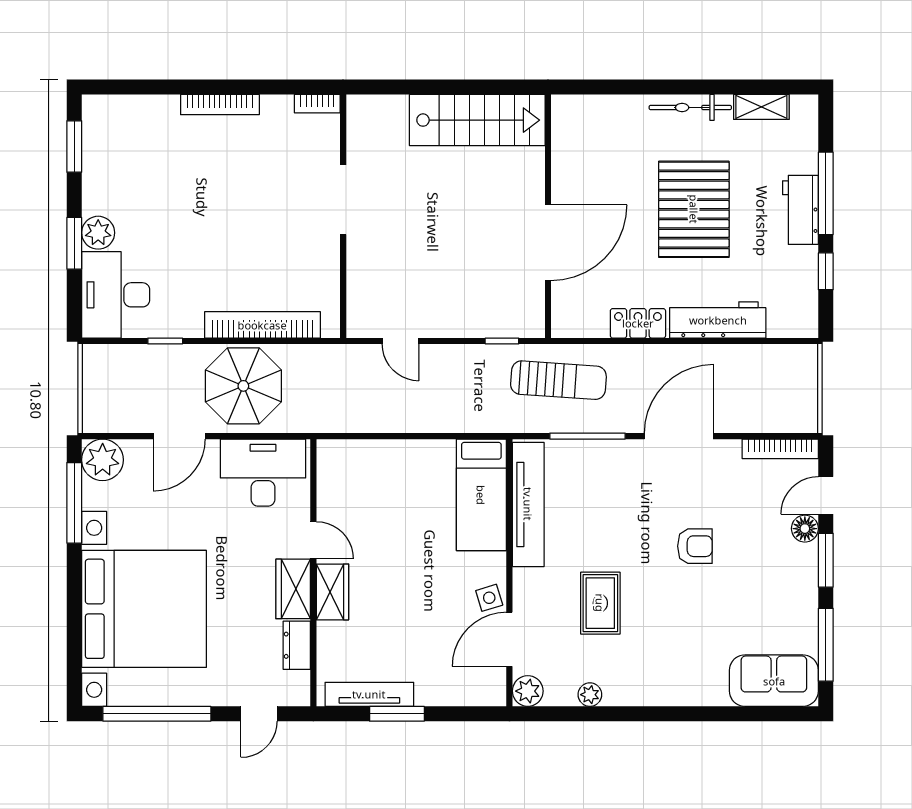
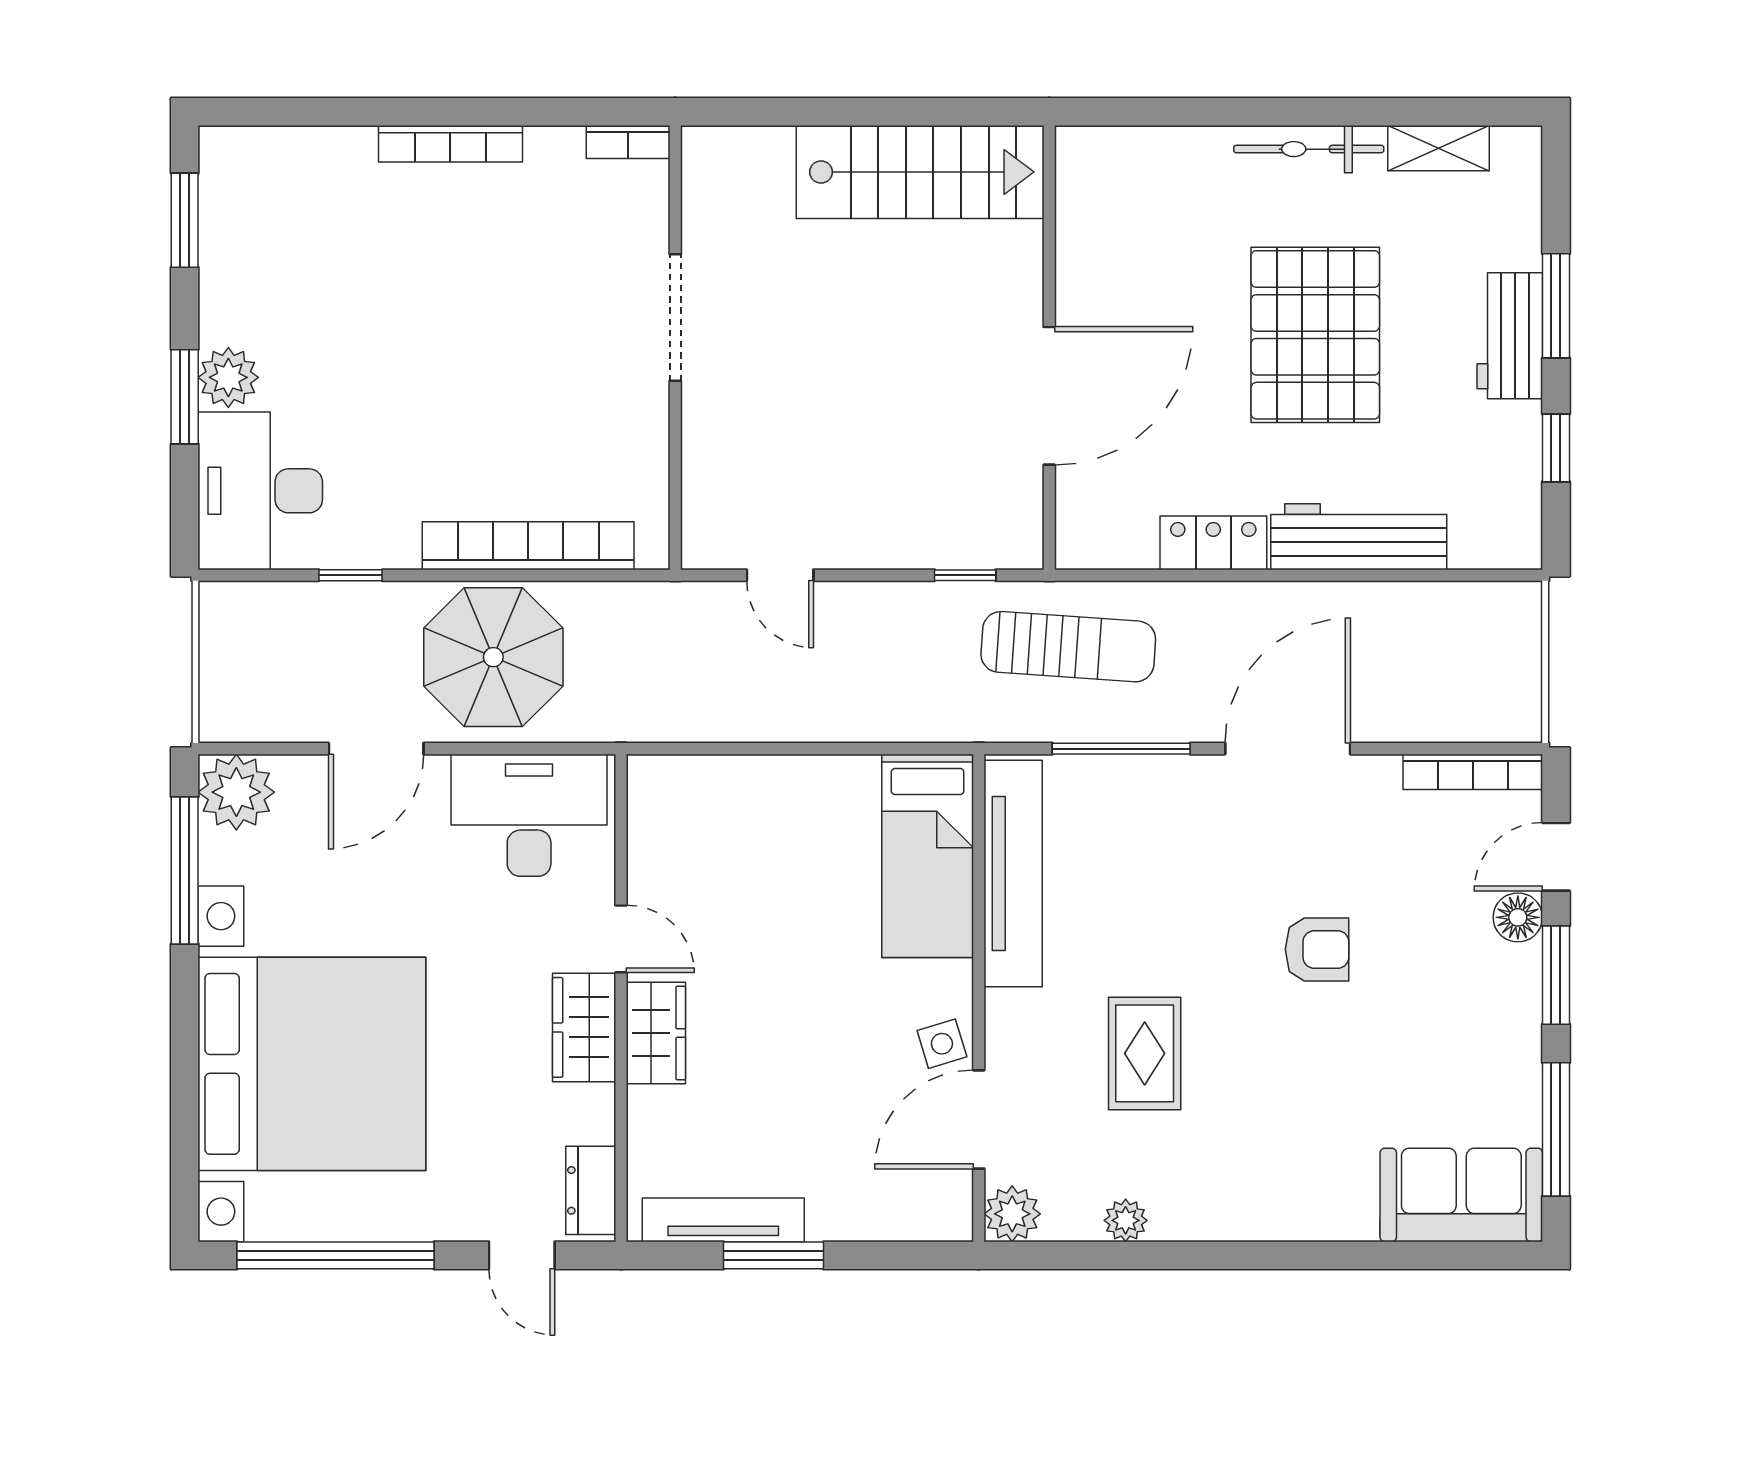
window: (826, 193) -> (1556, 306), width x0.69
dresser: (297, 645) -> (591, 1190), moved
door: (259, 714) -> (522, 1255), hinge flipped

